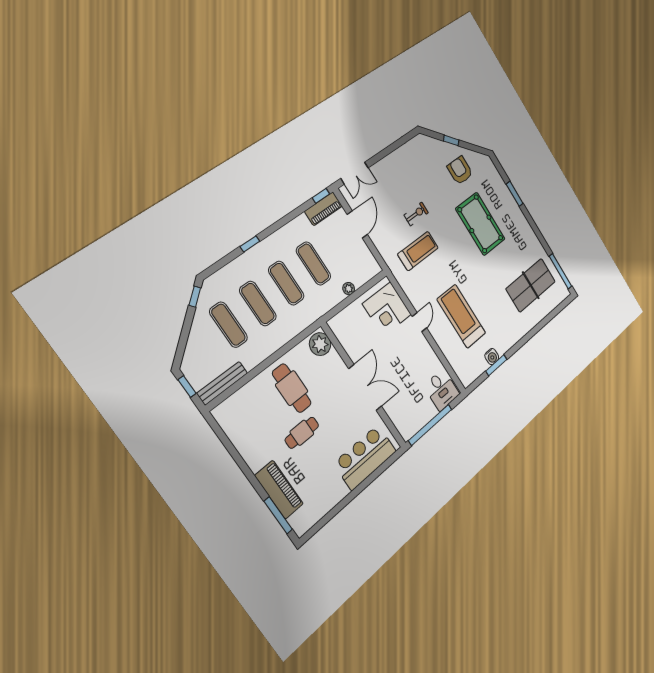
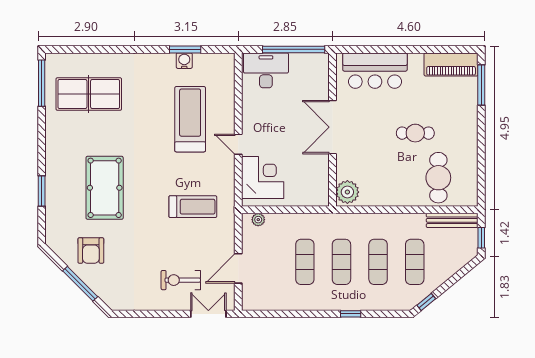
window: (451, 140) -> (80, 284), width x2.17
window: (321, 196) -> (256, 314), removed
piano: (323, 209) -> (262, 302), removed
exercise bike: (416, 214) -> (181, 280), moved, width x1.38, depth x1.39
treadmill: (418, 251) -> (193, 207), turned 180
plant: (349, 289) -> (258, 220), moved
treadmill: (461, 316) -> (190, 119), turned 180
door: (419, 322) -> (238, 144), hinge flipped
cafe table: (292, 388) -> (438, 178), moved
desk: (442, 390) -> (266, 70), width x1.37
piano: (279, 490) -> (451, 64), moved, turned -90

